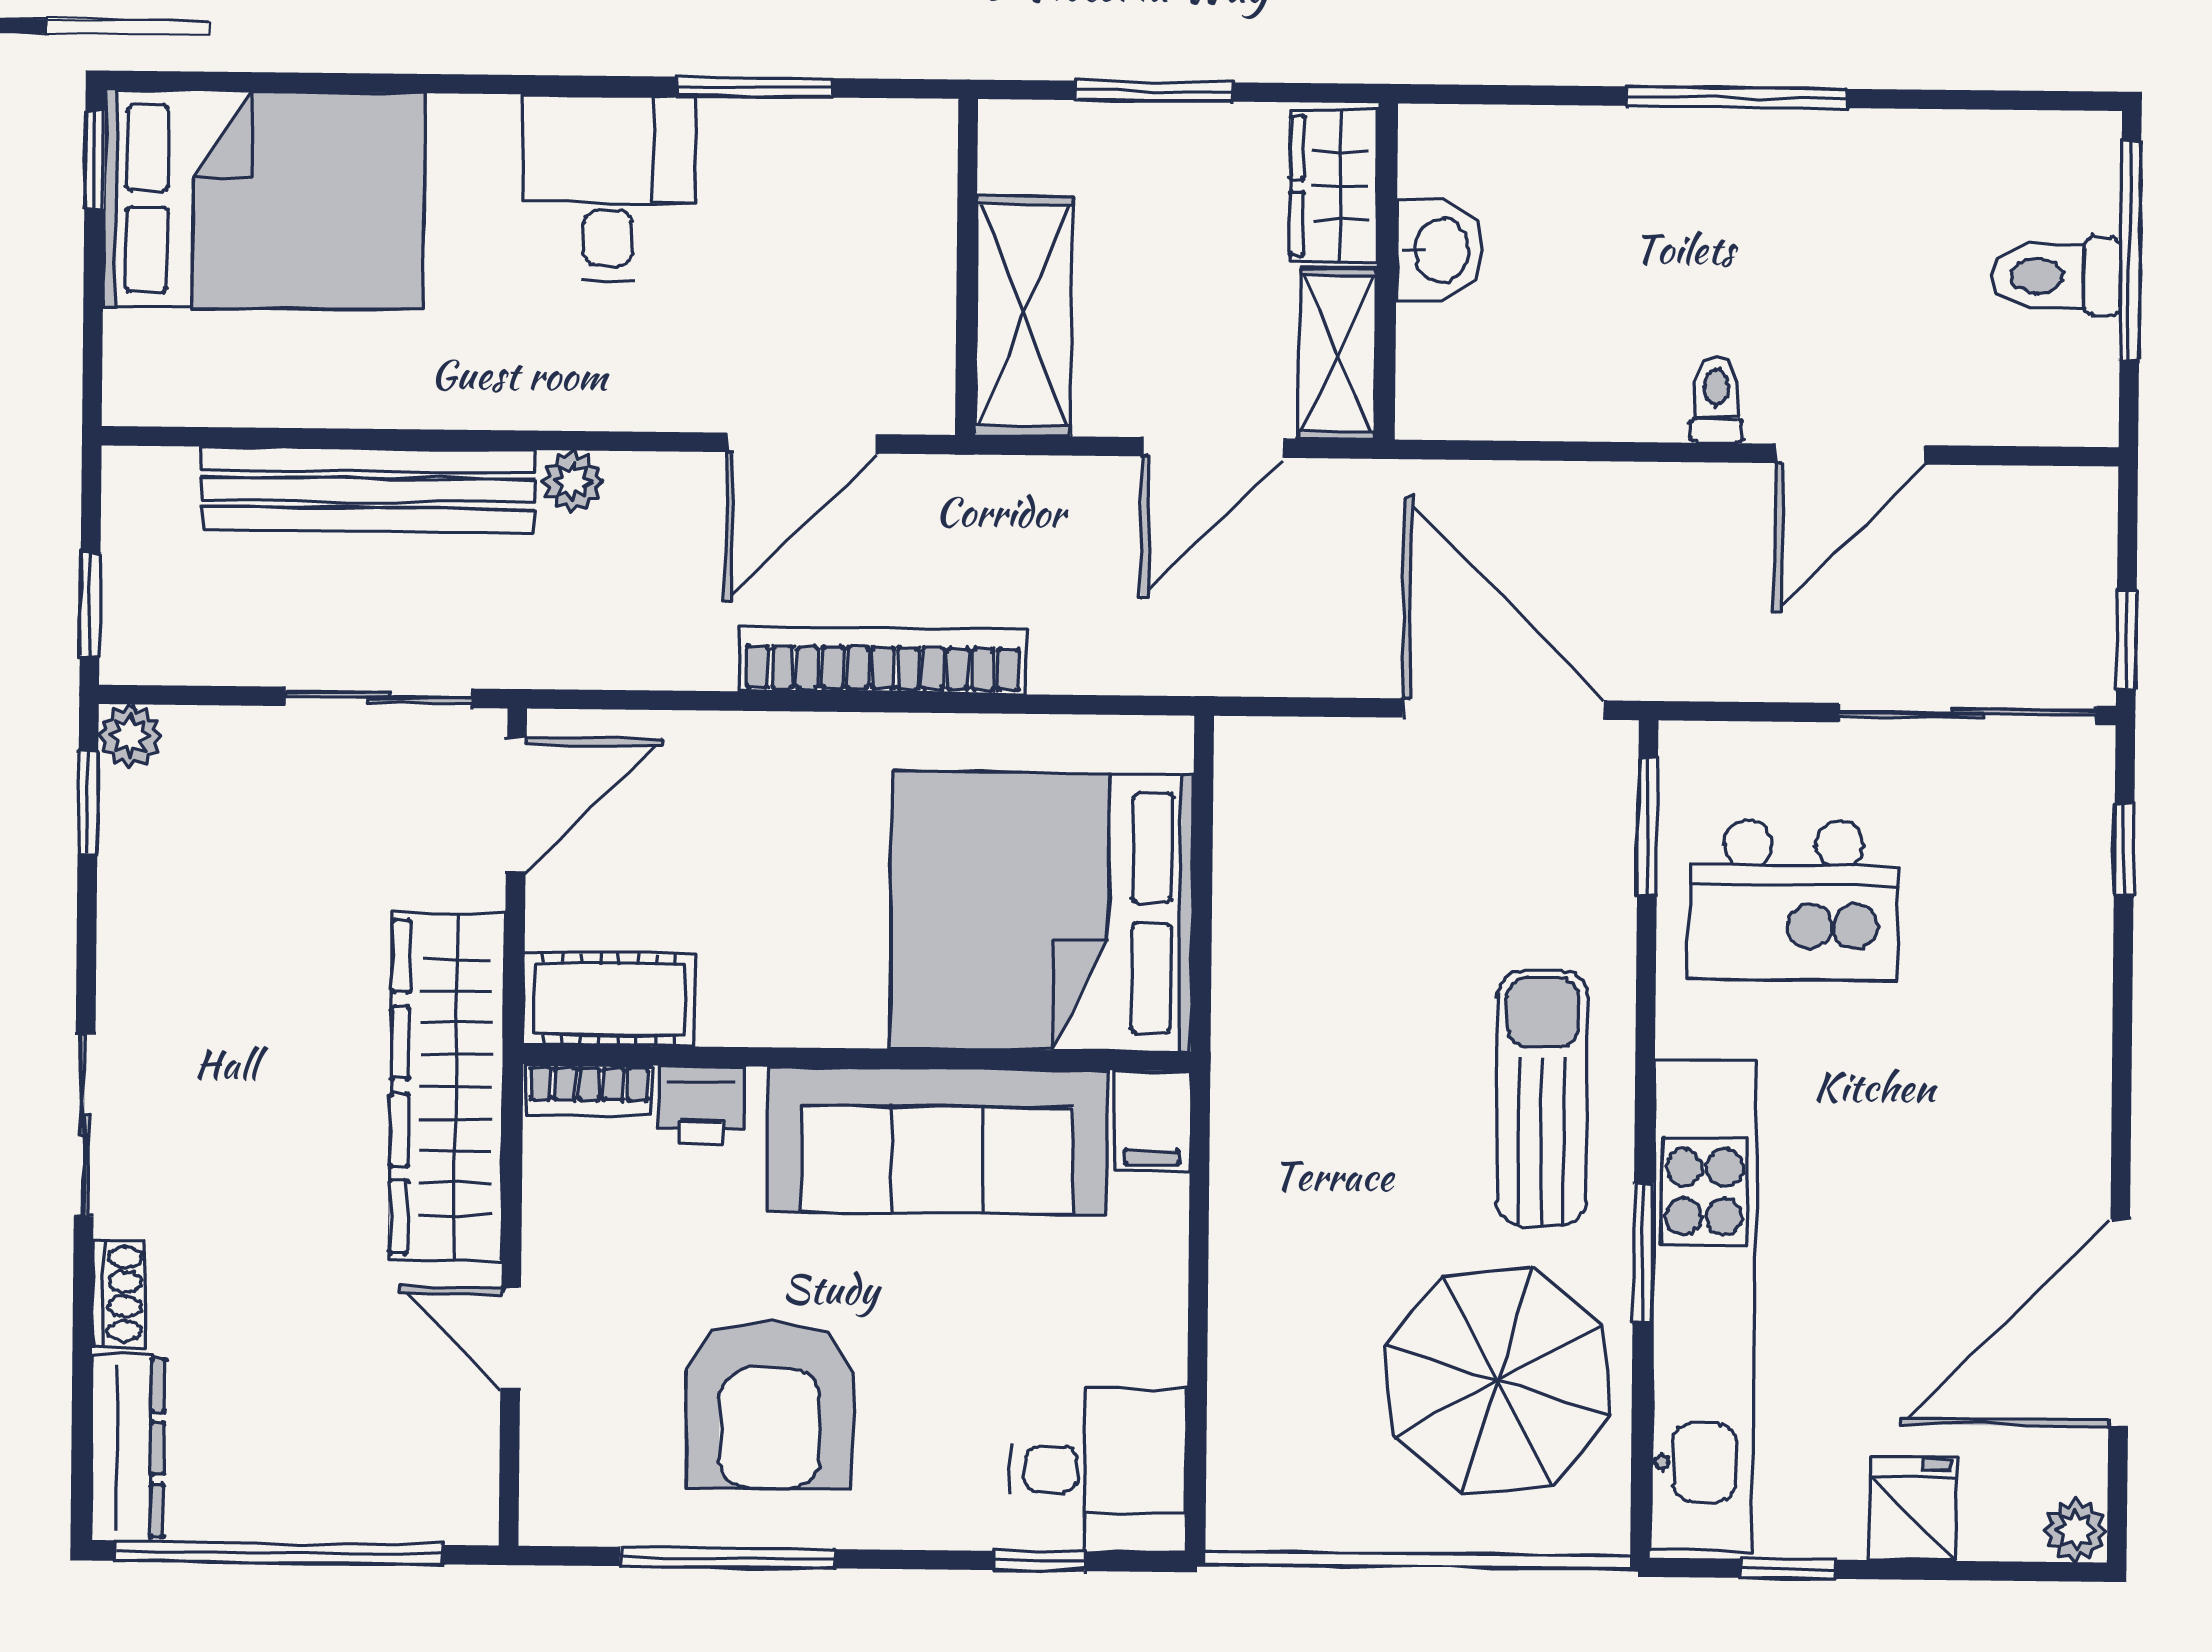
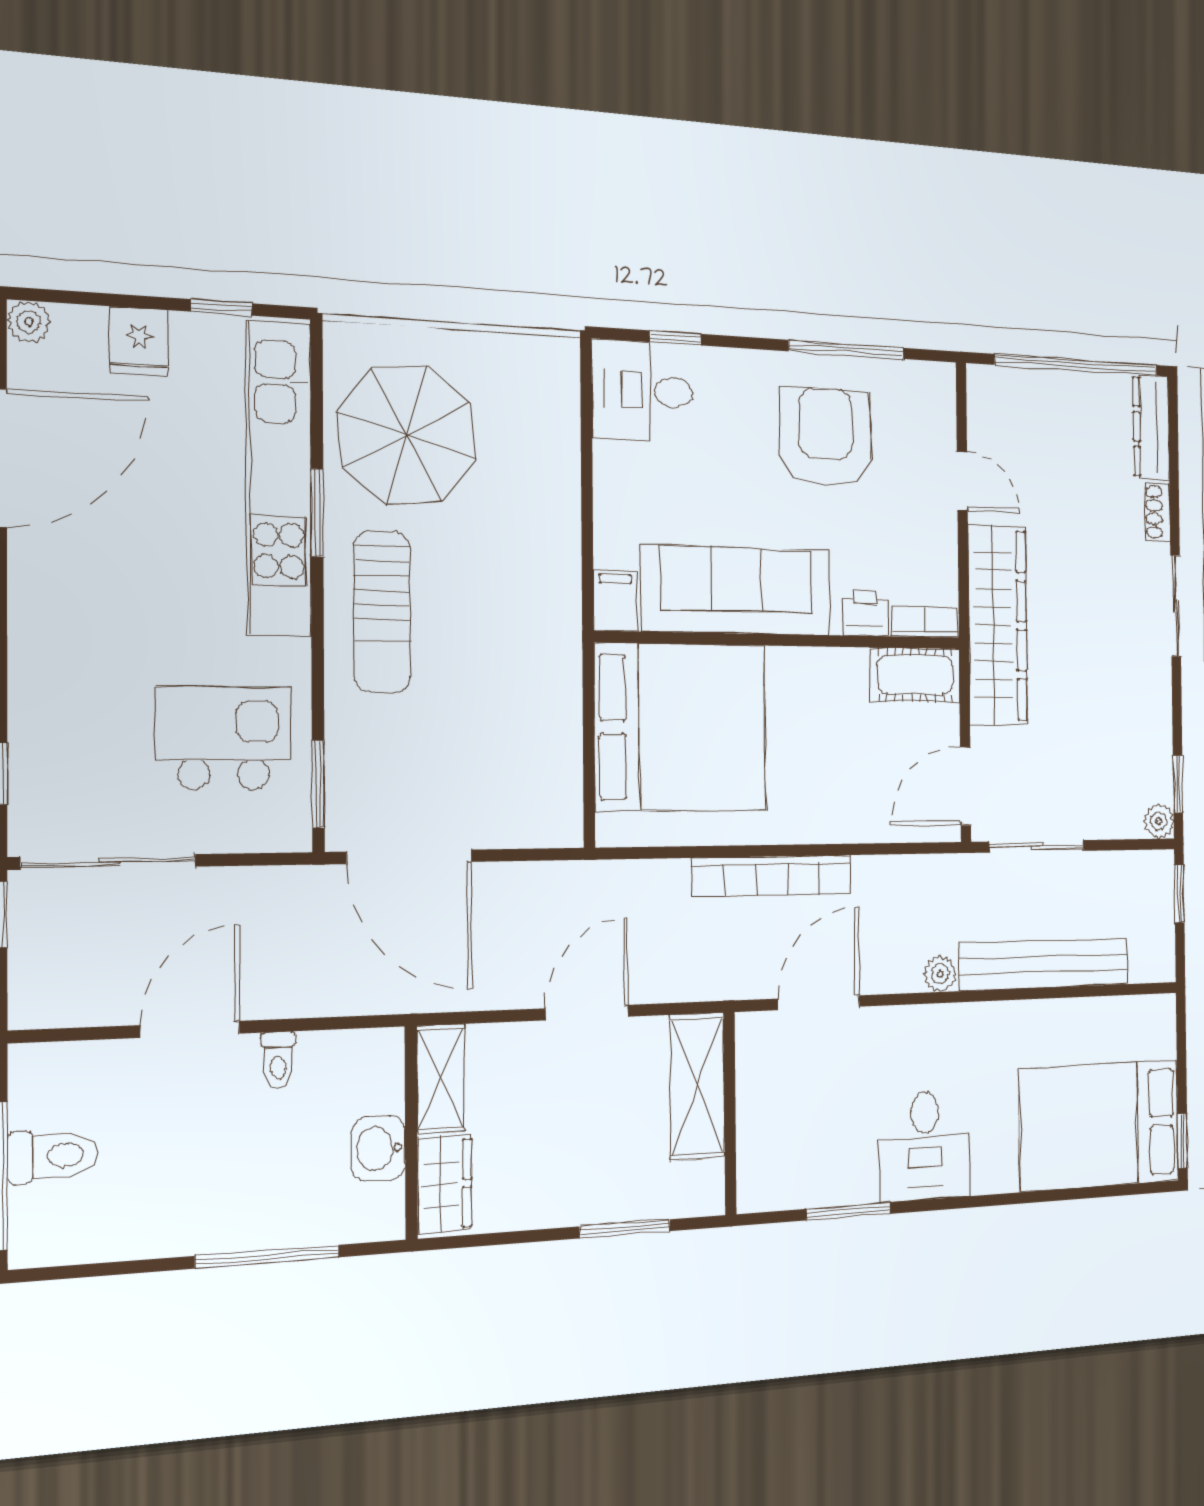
wardrobe: (1334, 186) -> (445, 1184), moved
washbasin: (1439, 250) -> (379, 1148), moved
wall: (1387, 271) -> (411, 1133), moved
shelving: (1338, 354) -> (441, 1079), moved

